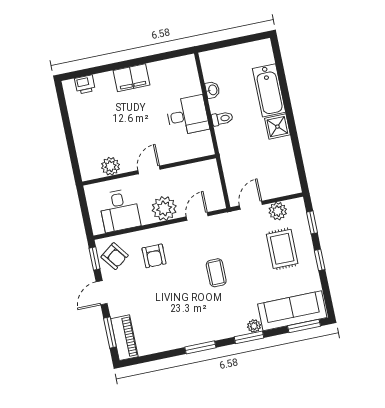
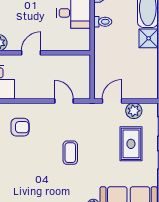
plant: (164, 208) -> (37, 88), removed
door: (197, 216) -> (64, 101), hinge flipped
armchair: (154, 256) -> (20, 127), turned -90

